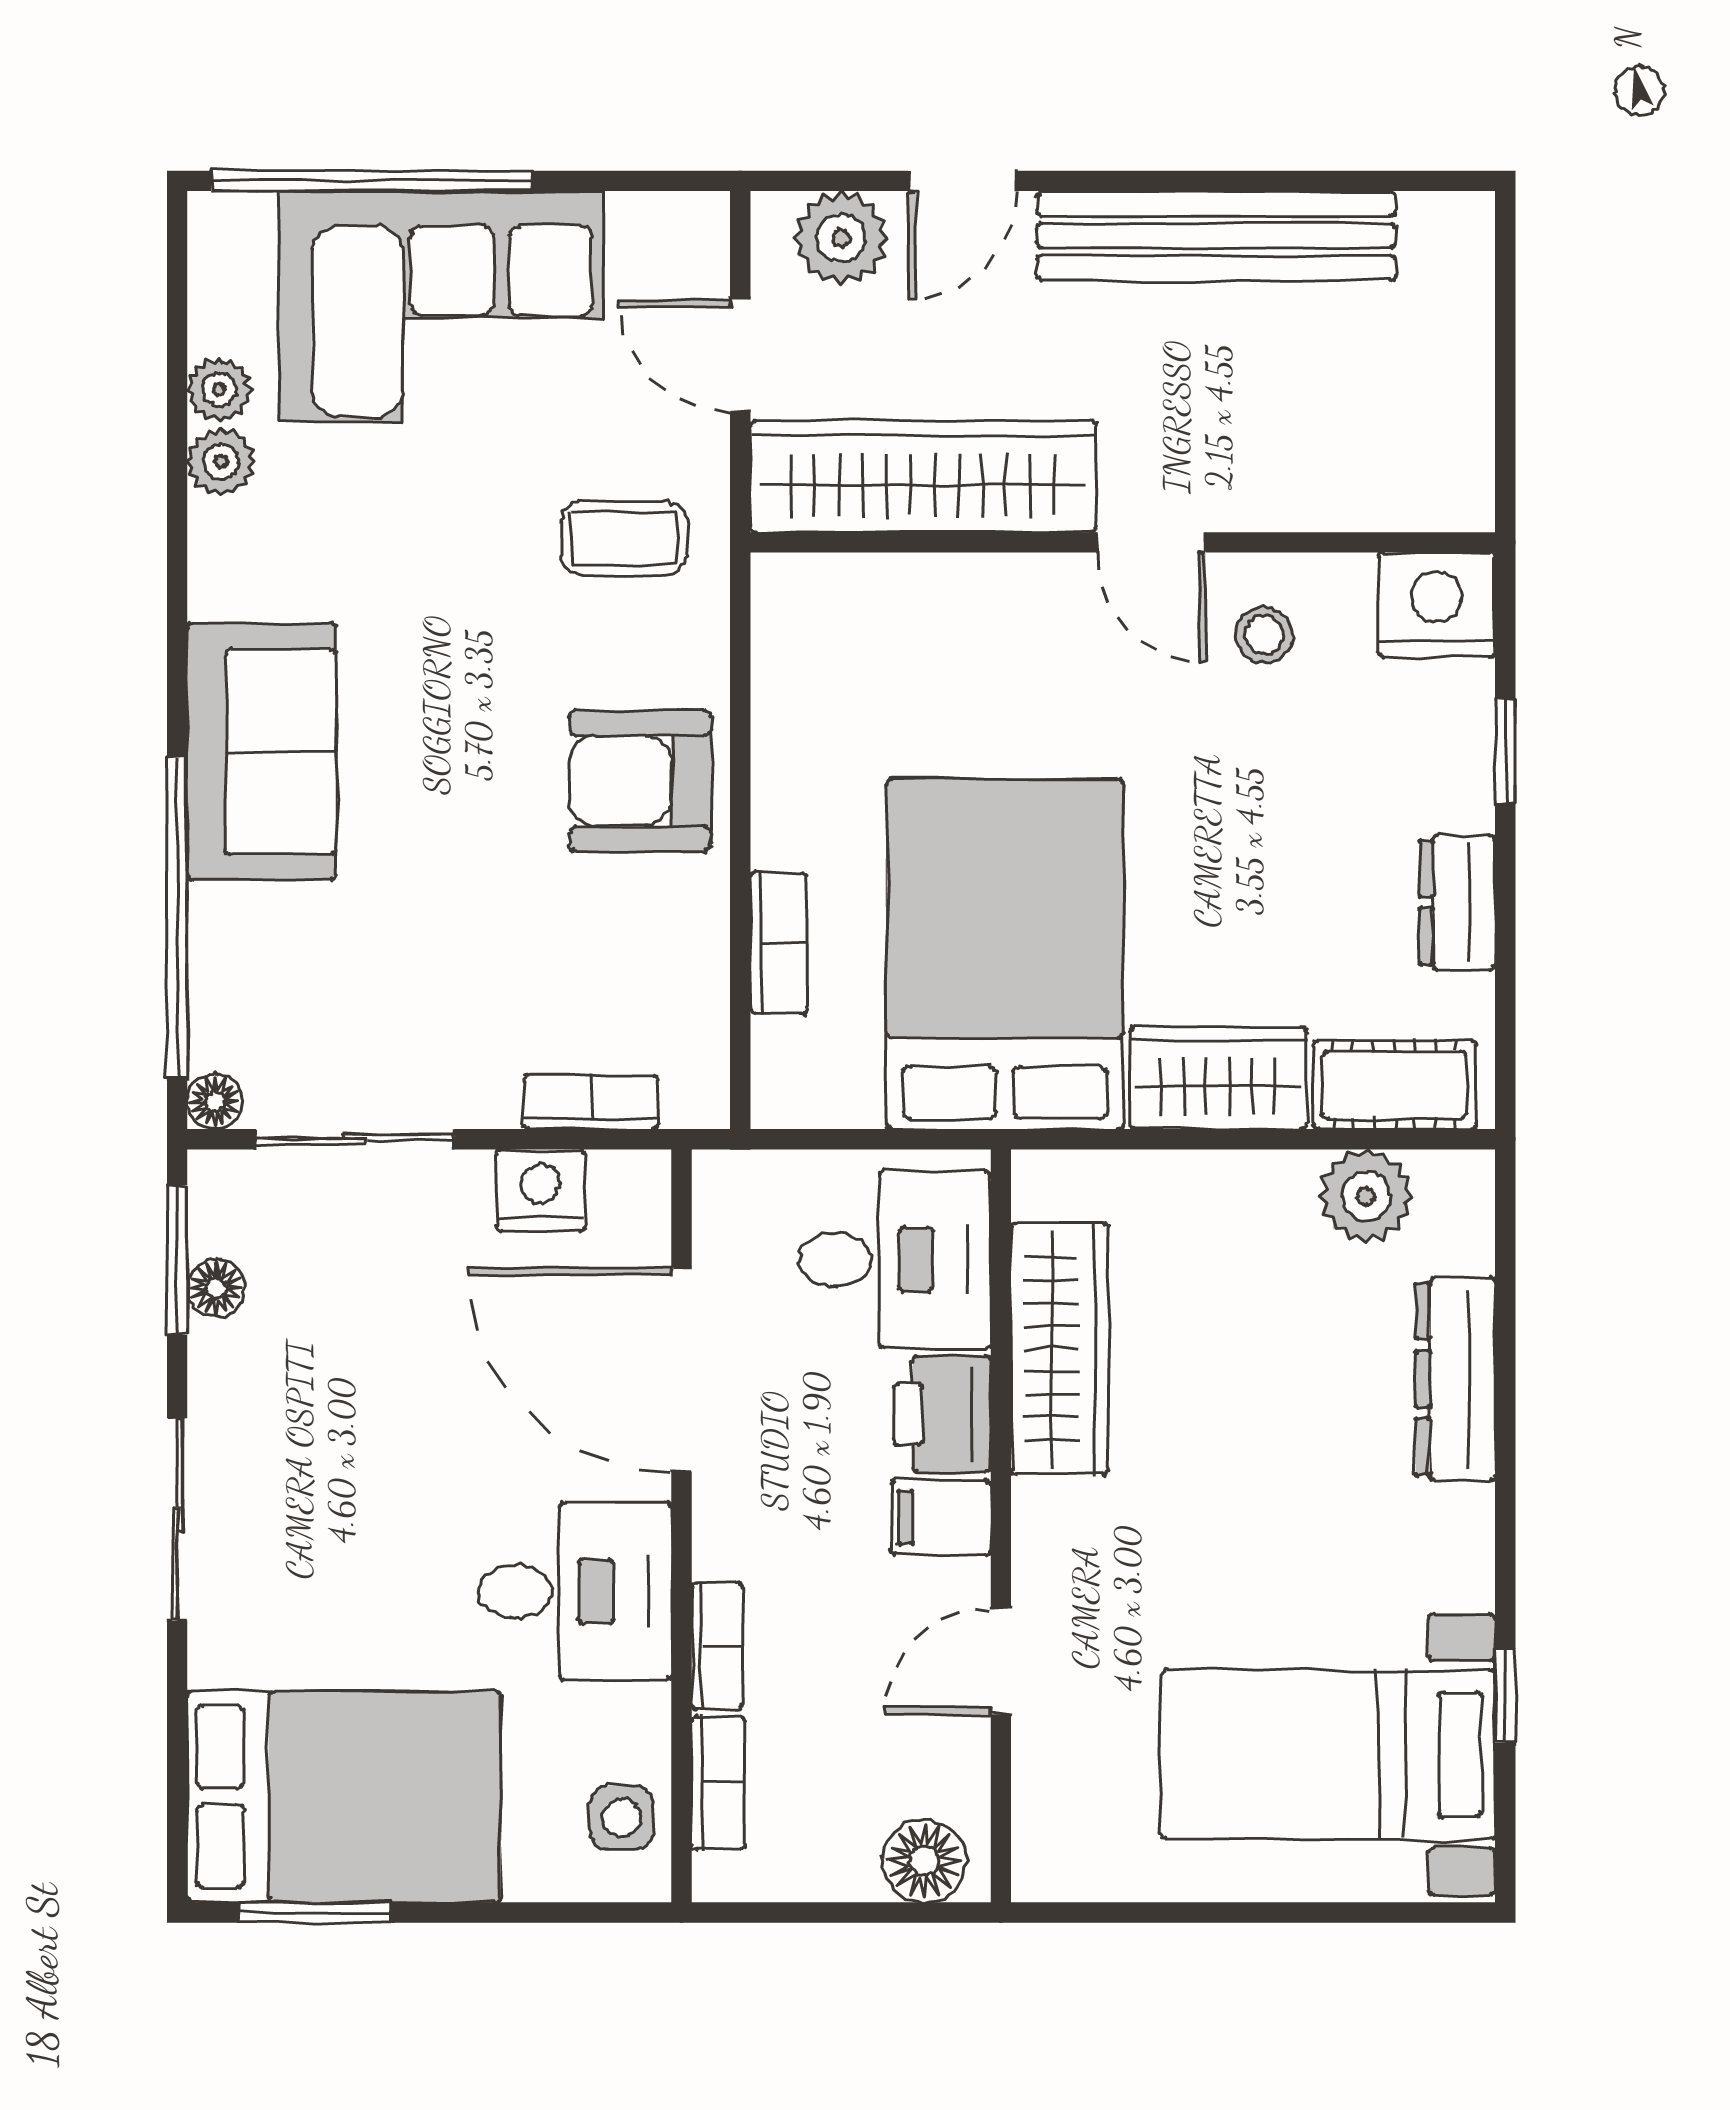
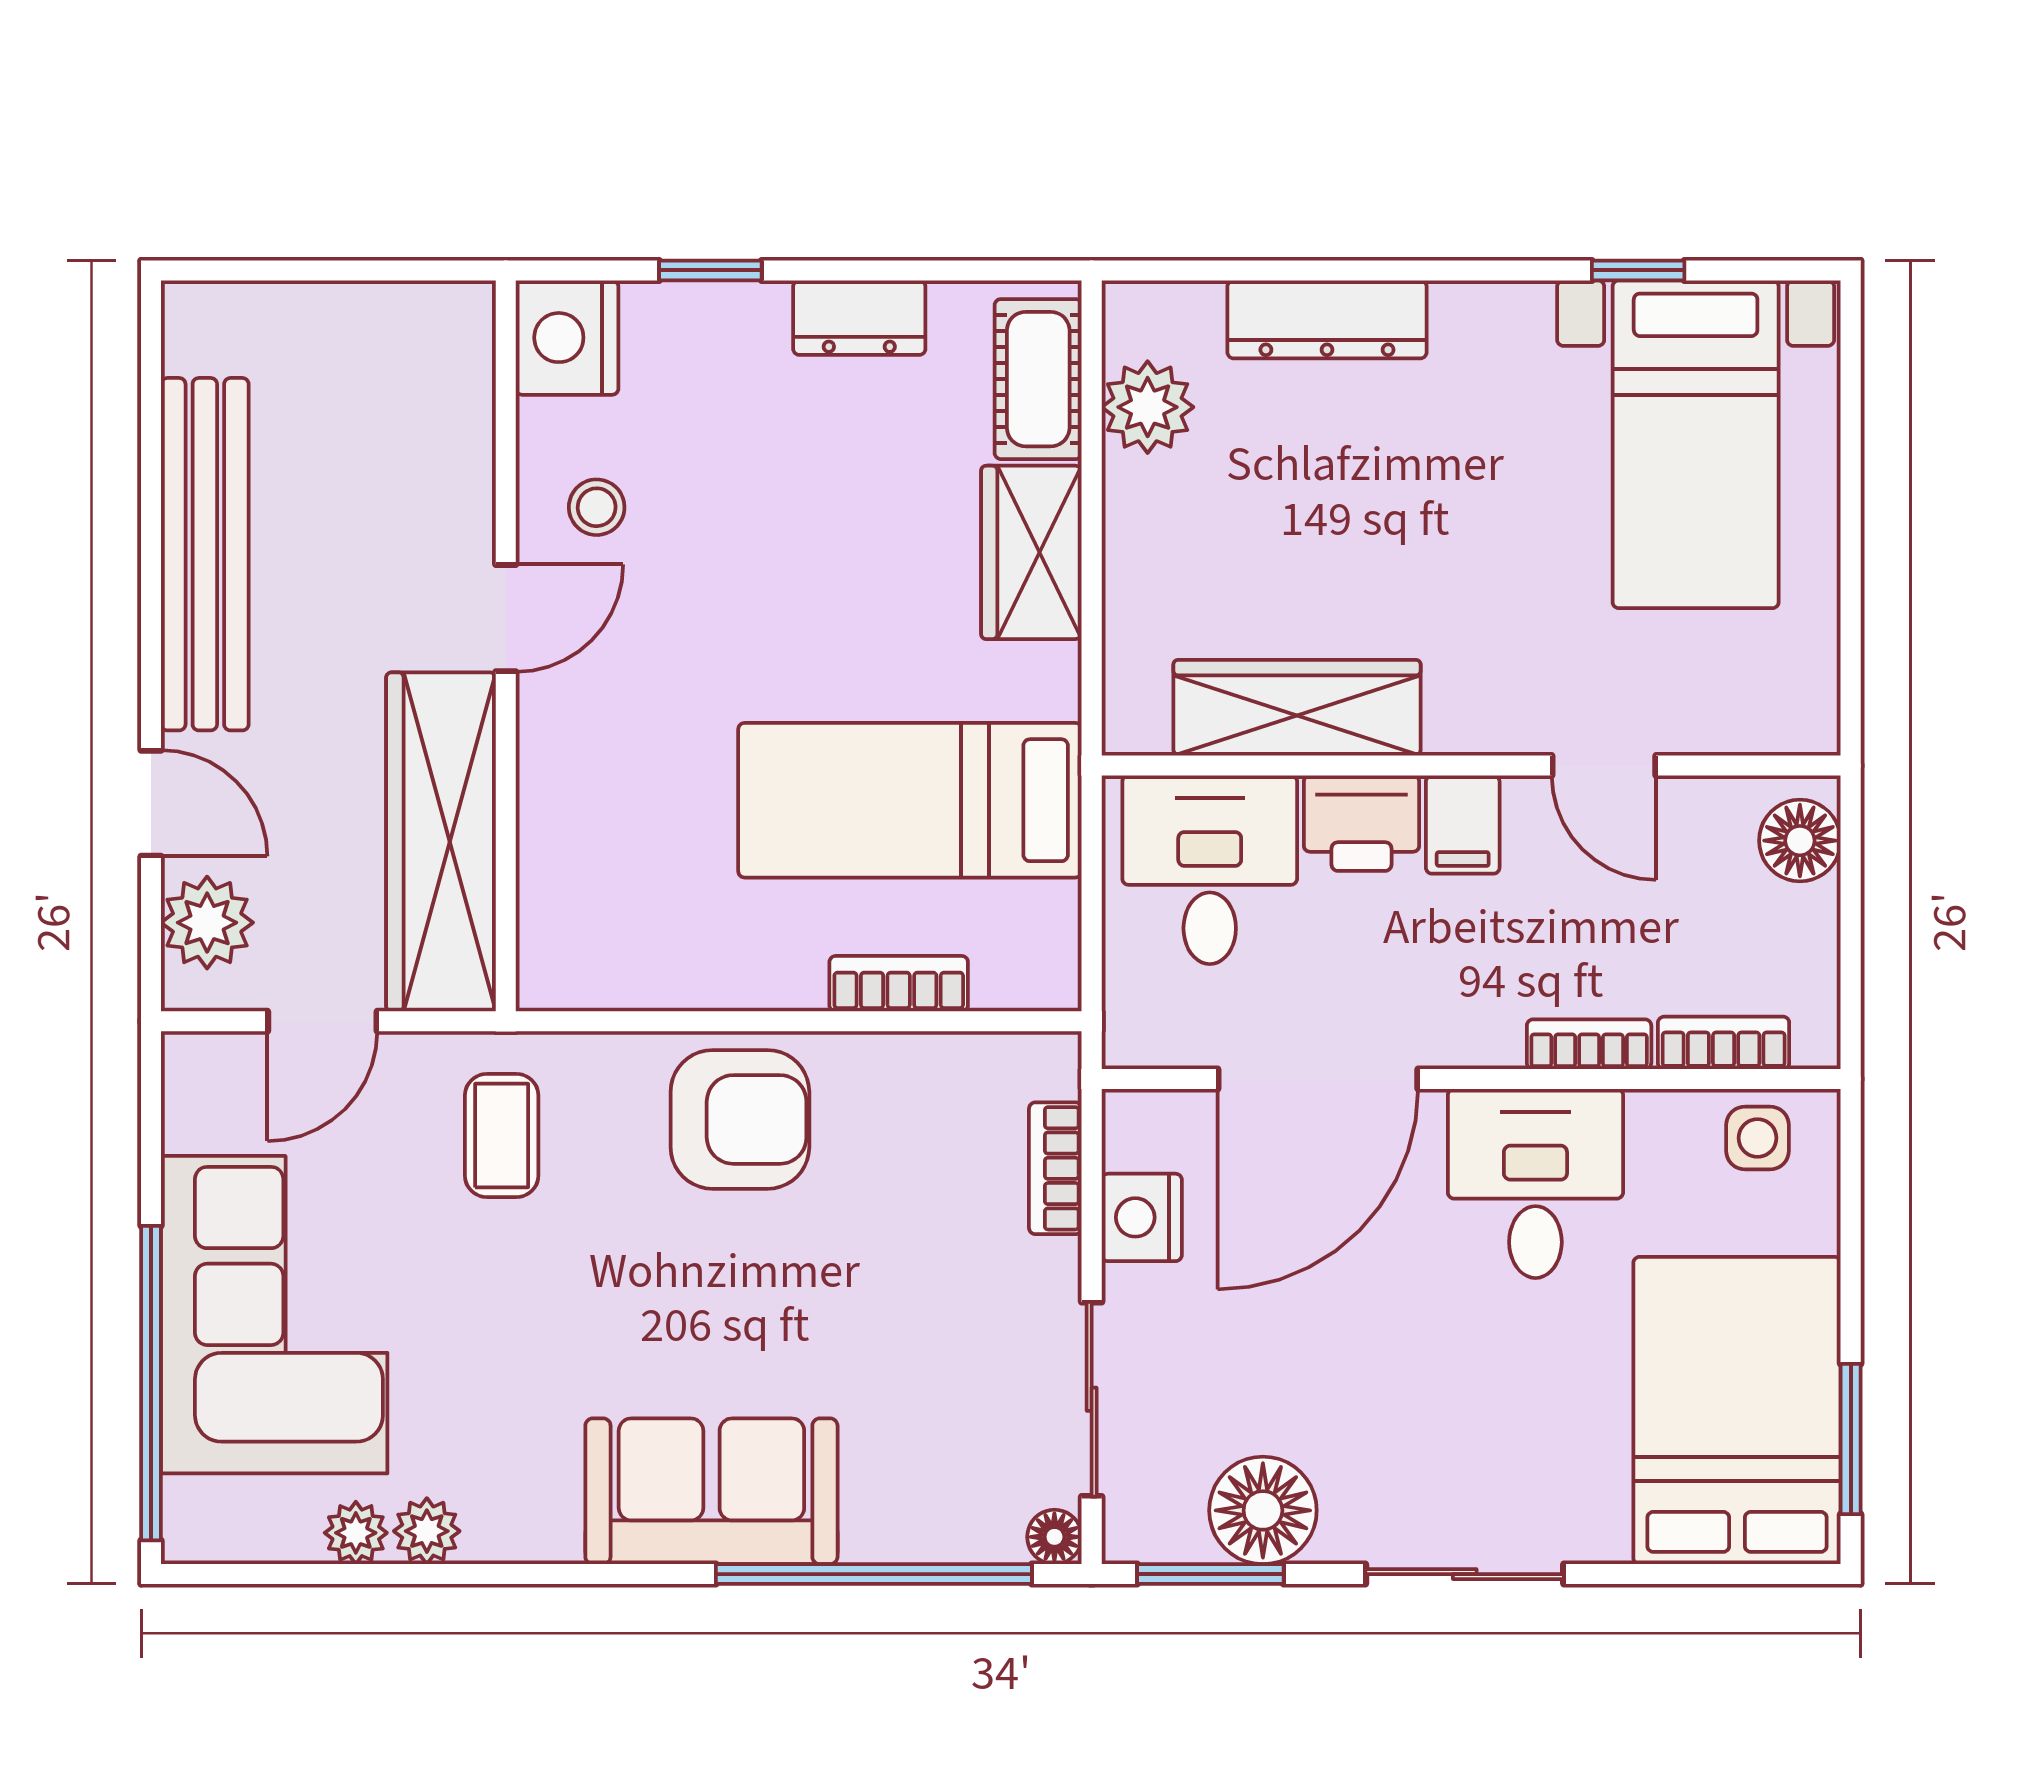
armchair: (640, 781) -> (740, 1119), turned -90
bed: (1005, 954) -> (910, 800), width x0.67
floor lamp: (216, 1288) -> (1263, 1510), width x1.89, depth x1.89

